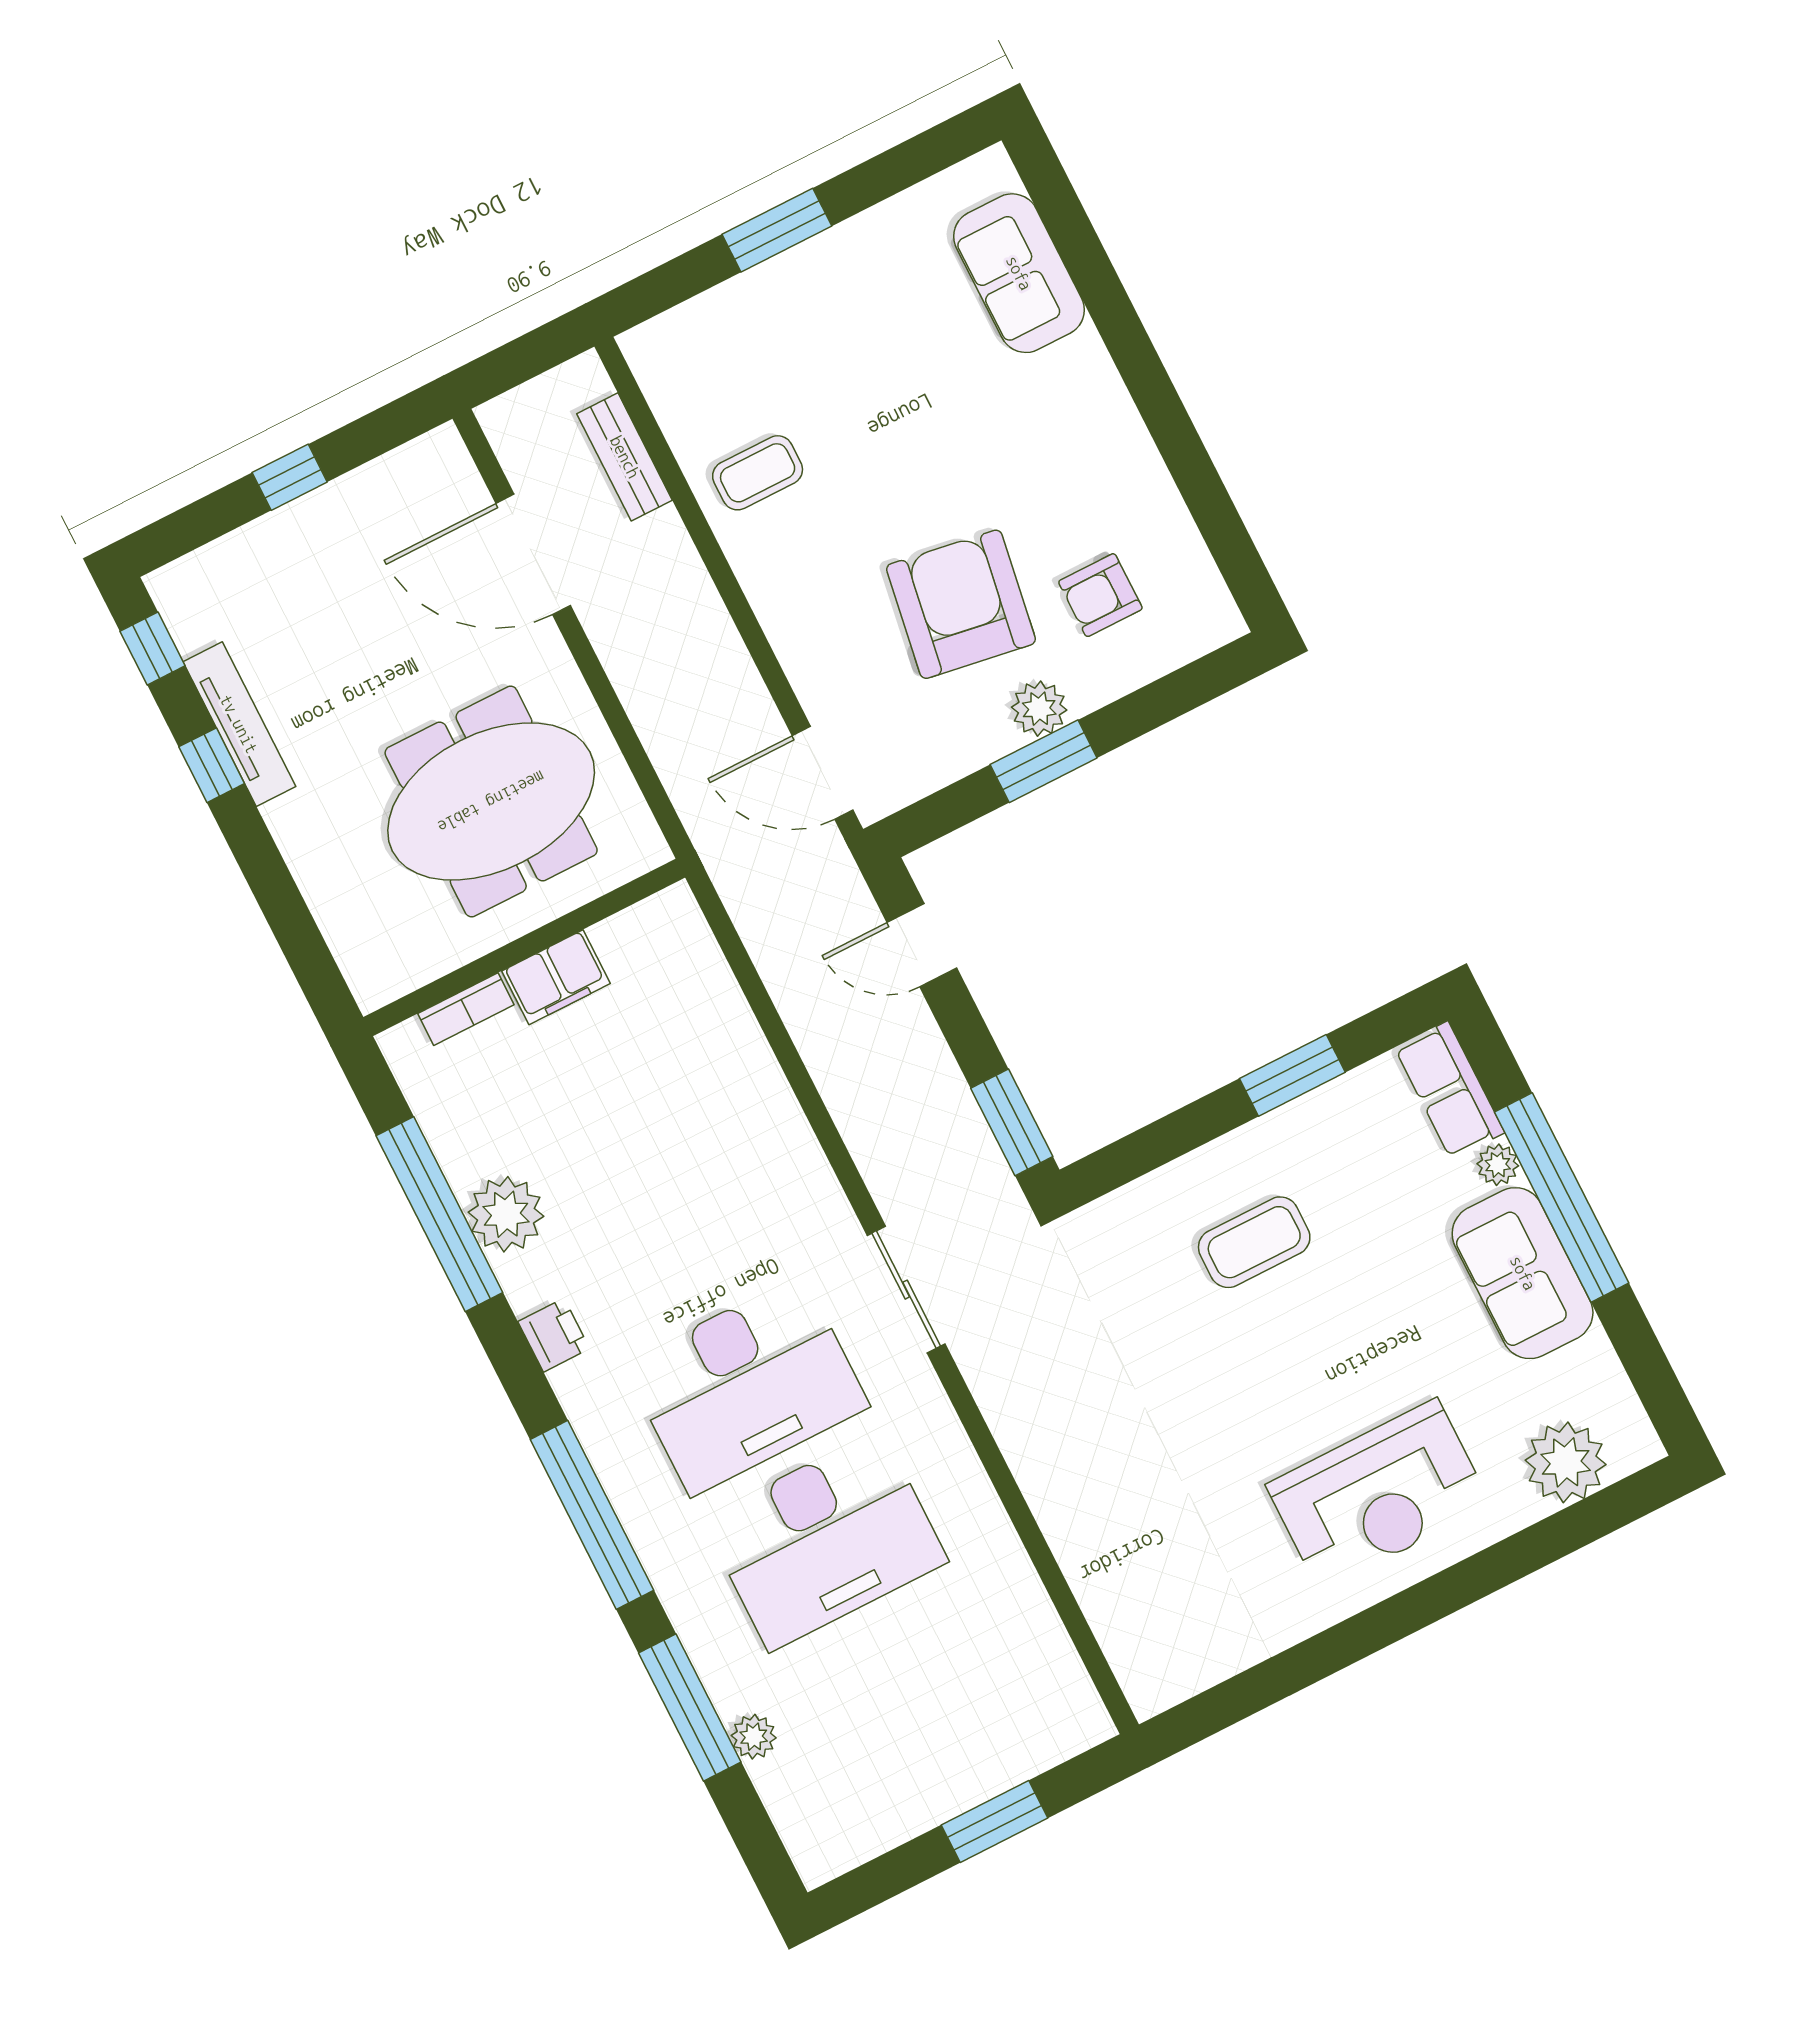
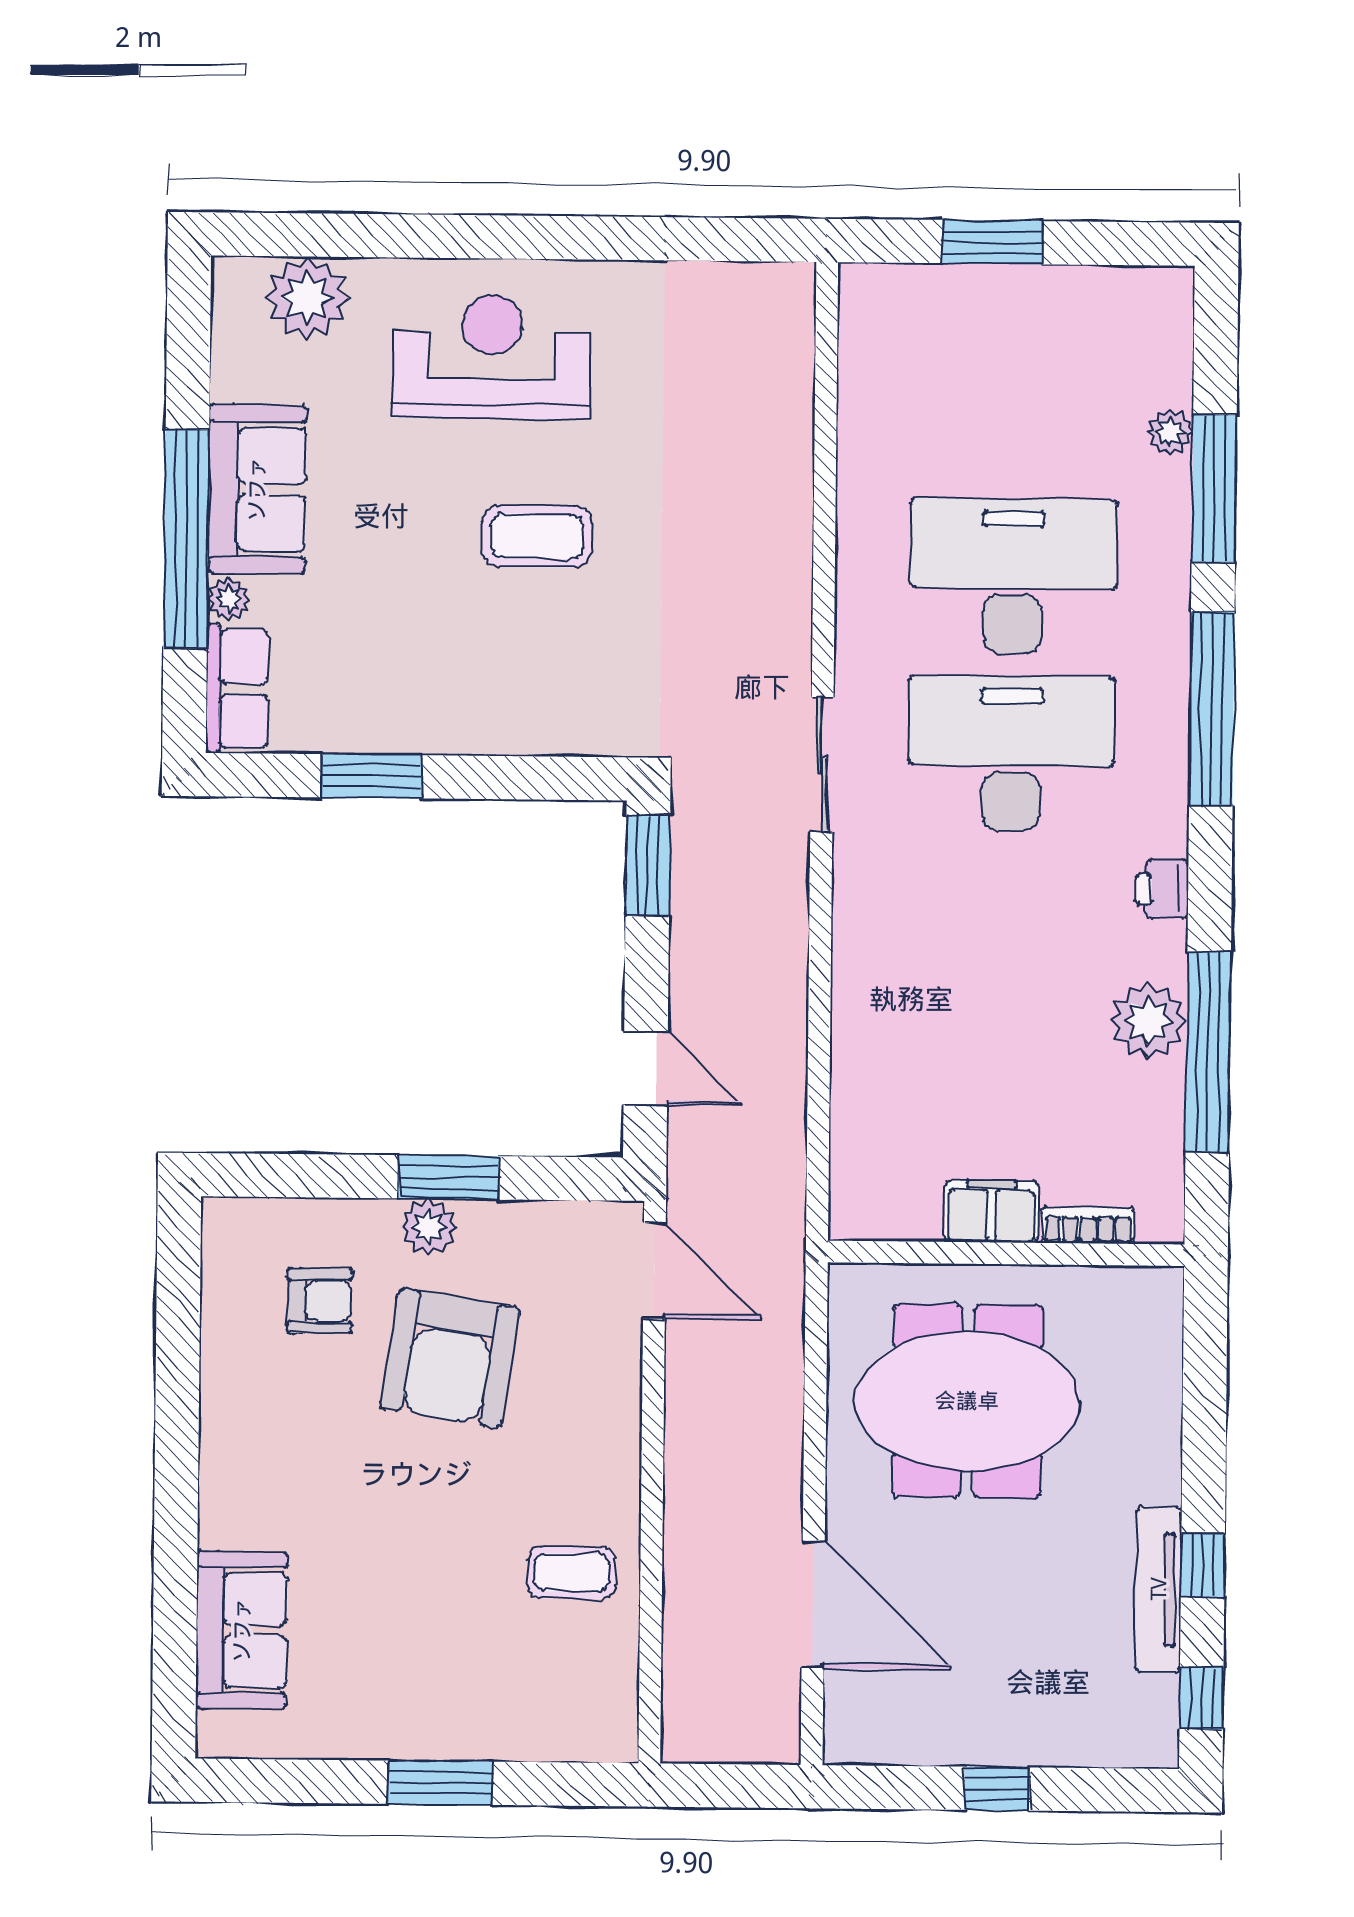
bench: (625, 457) -> (685, 1650), removed
coffee table: (1254, 1242) -> (537, 536), moved

